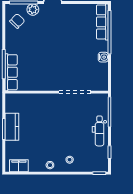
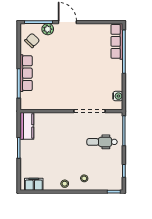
water cooler: (103, 57) -> (118, 96), moved
row of seats: (11, 72) -> (26, 73), moved
kitchen counter: (12, 127) -> (27, 126), moved
dental chair: (99, 131) -> (102, 142), moved, turned 90

